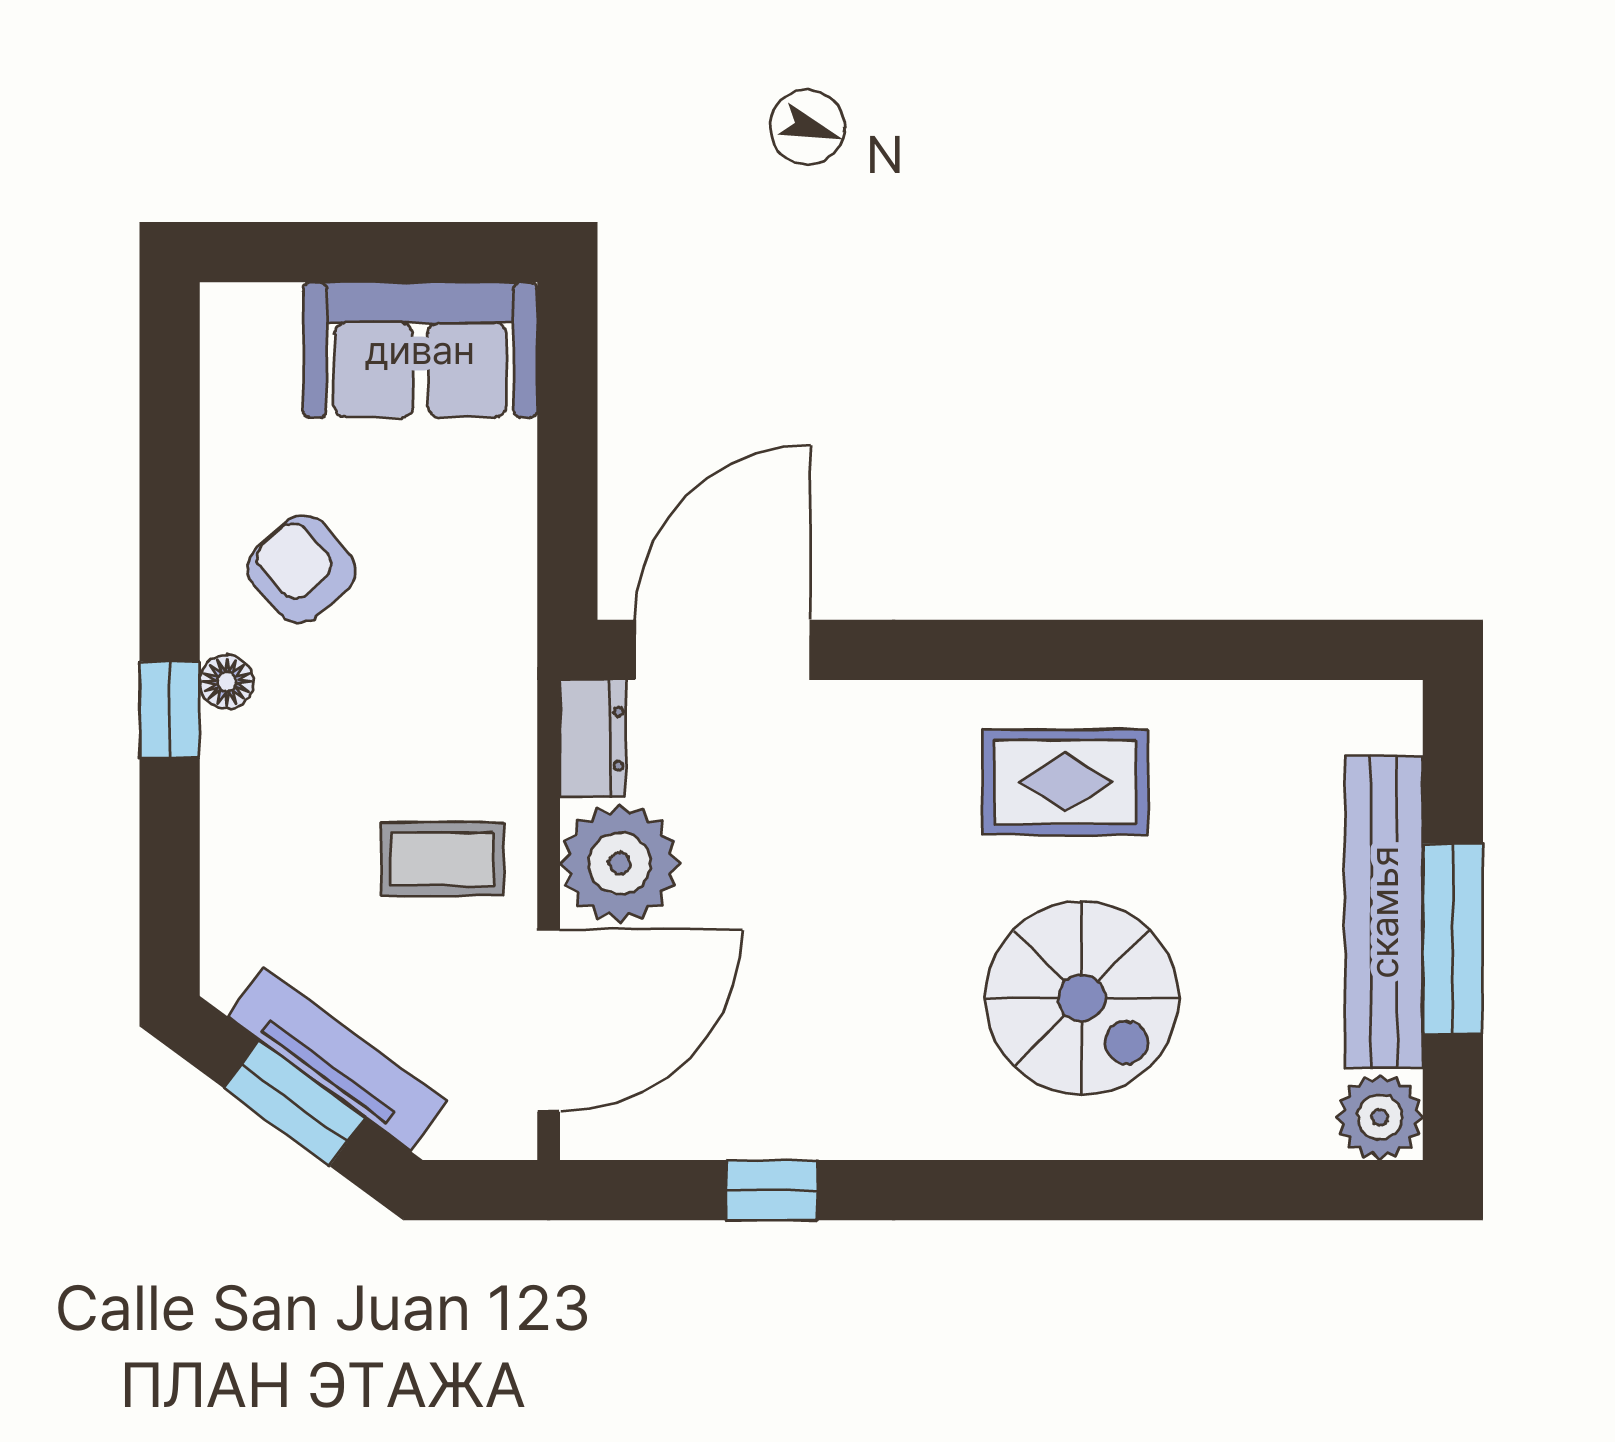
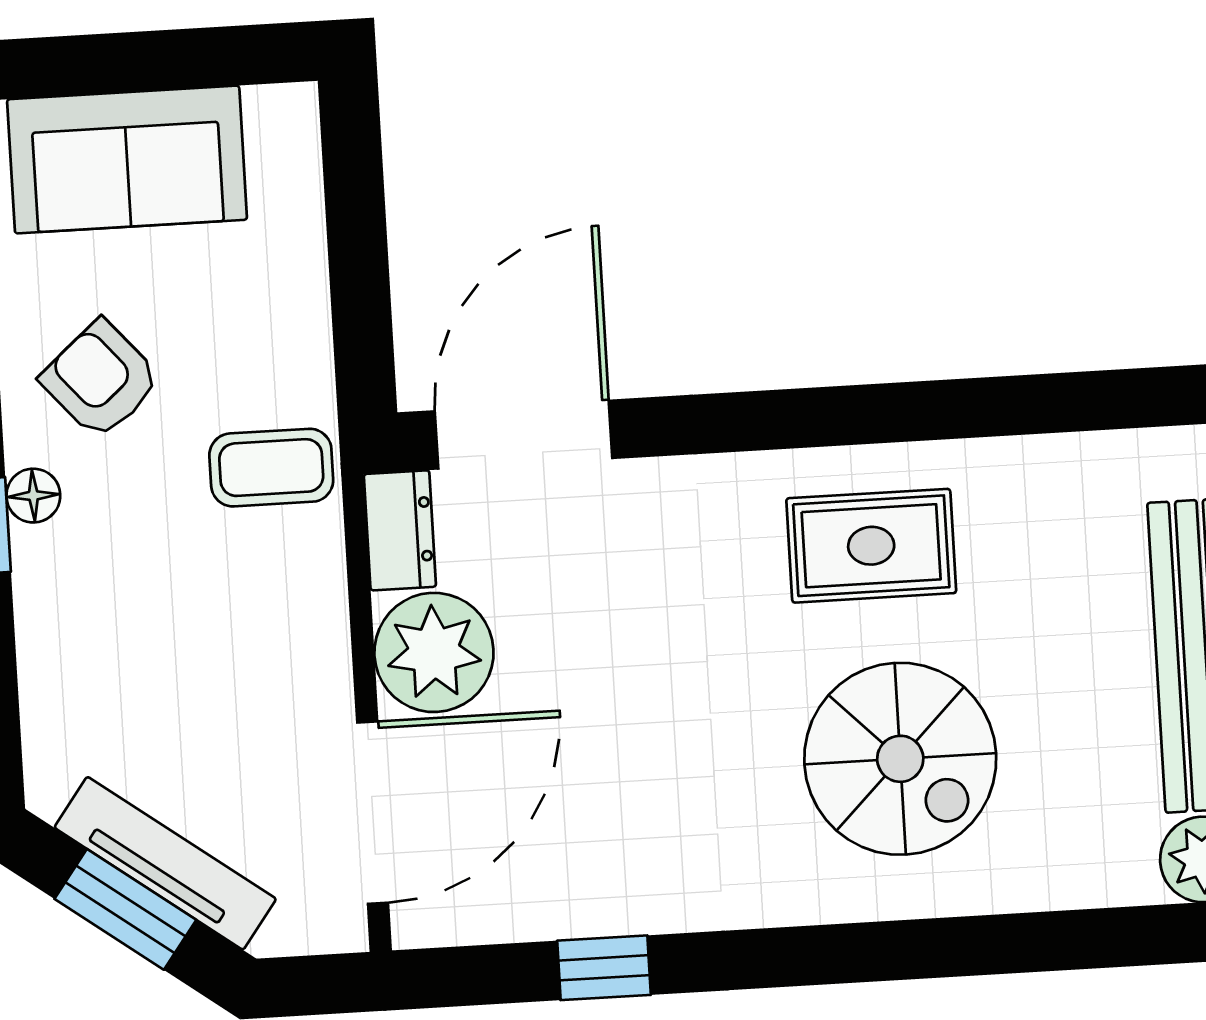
sofa: (420, 350) -> (127, 159), moved
coffee table: (443, 859) -> (271, 468), moved

